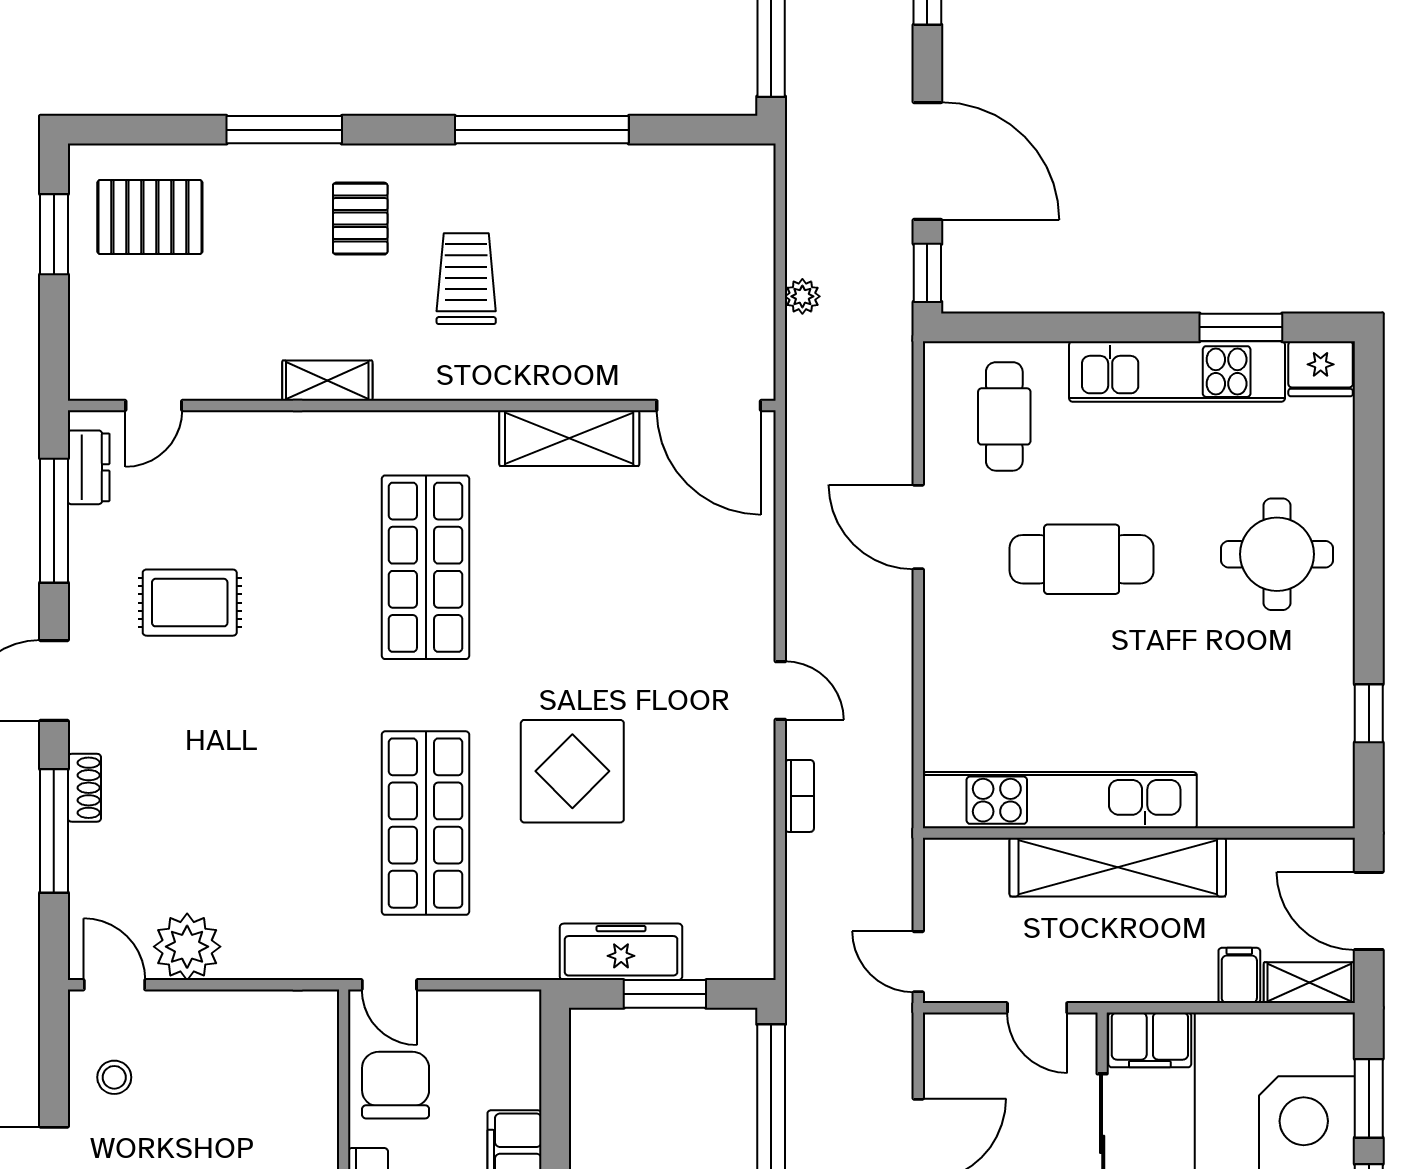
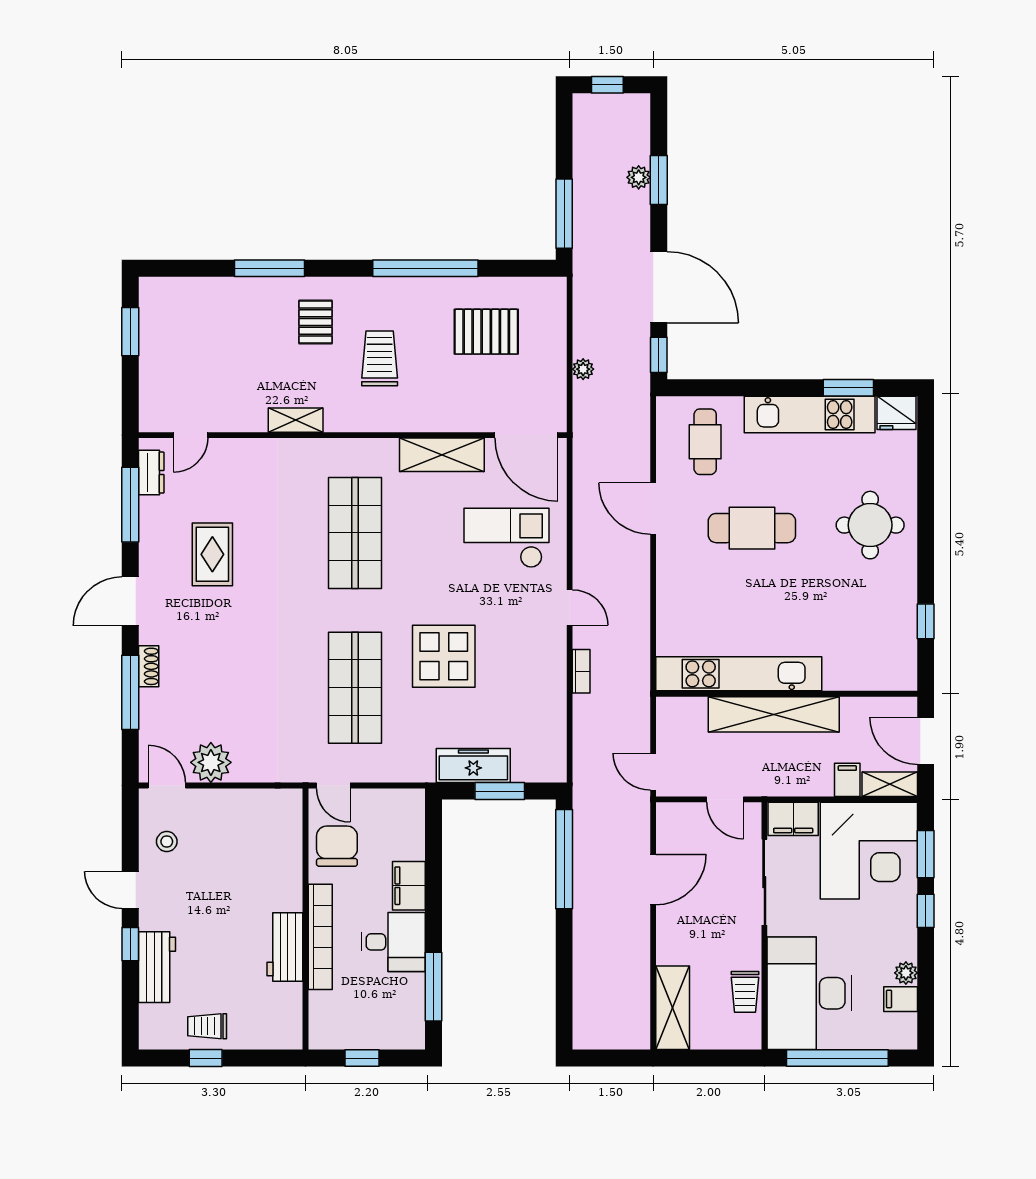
pallet: (150, 217) -> (486, 332), moved
checkout: (676, 575) -> (507, 538), added
rug: (190, 603) -> (212, 554), turned 90

